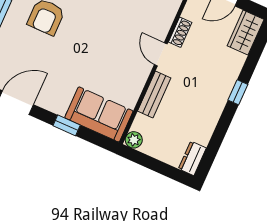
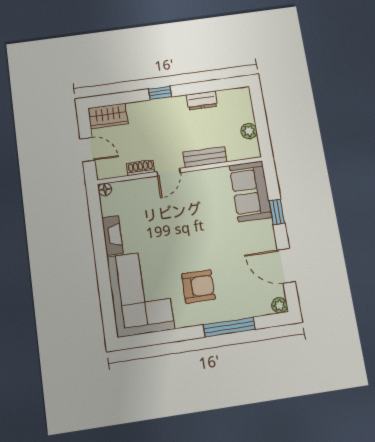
plant: (134, 140) -> (249, 131), moved
dresser: (192, 158) -> (202, 100), moved

